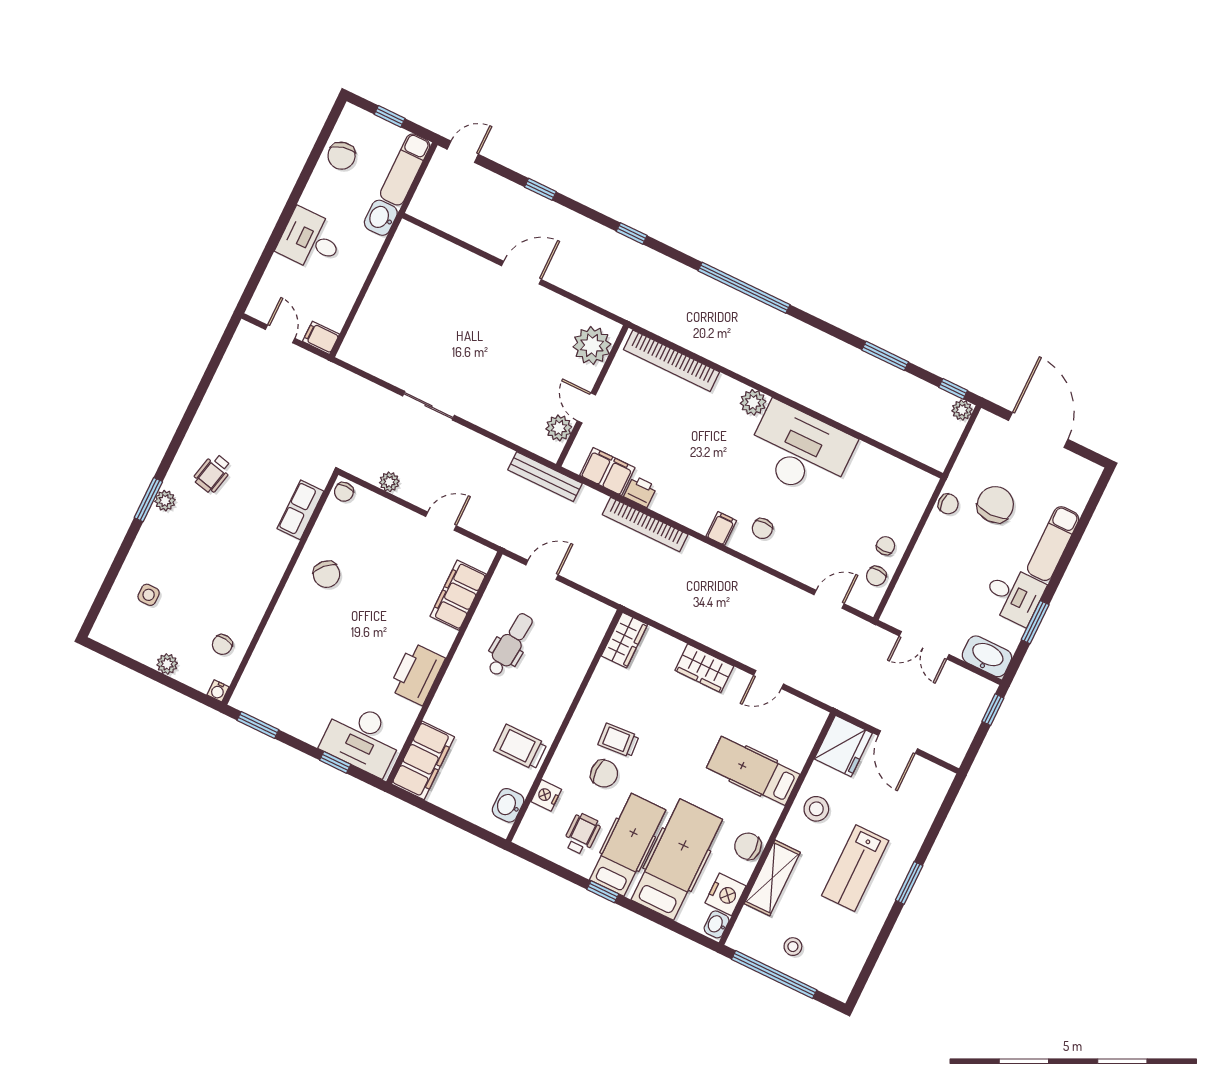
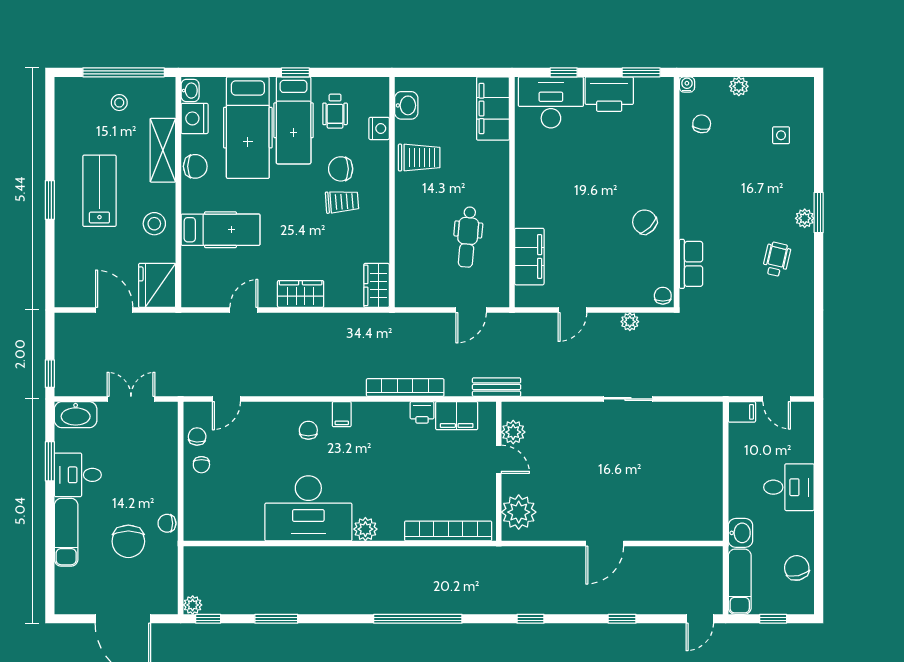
bench: (545, 477) -> (497, 387), width x0.73
printer: (417, 674) -> (609, 94), moved, turned 90

